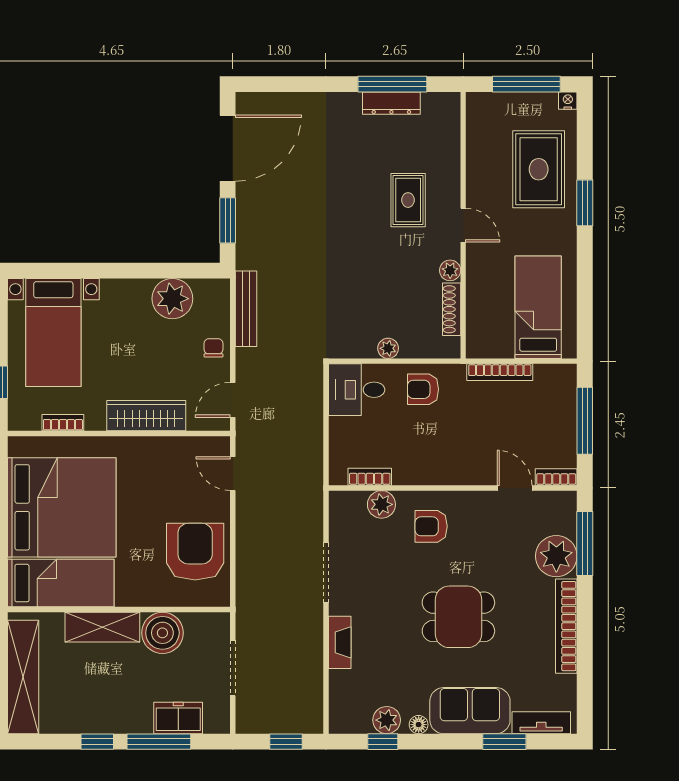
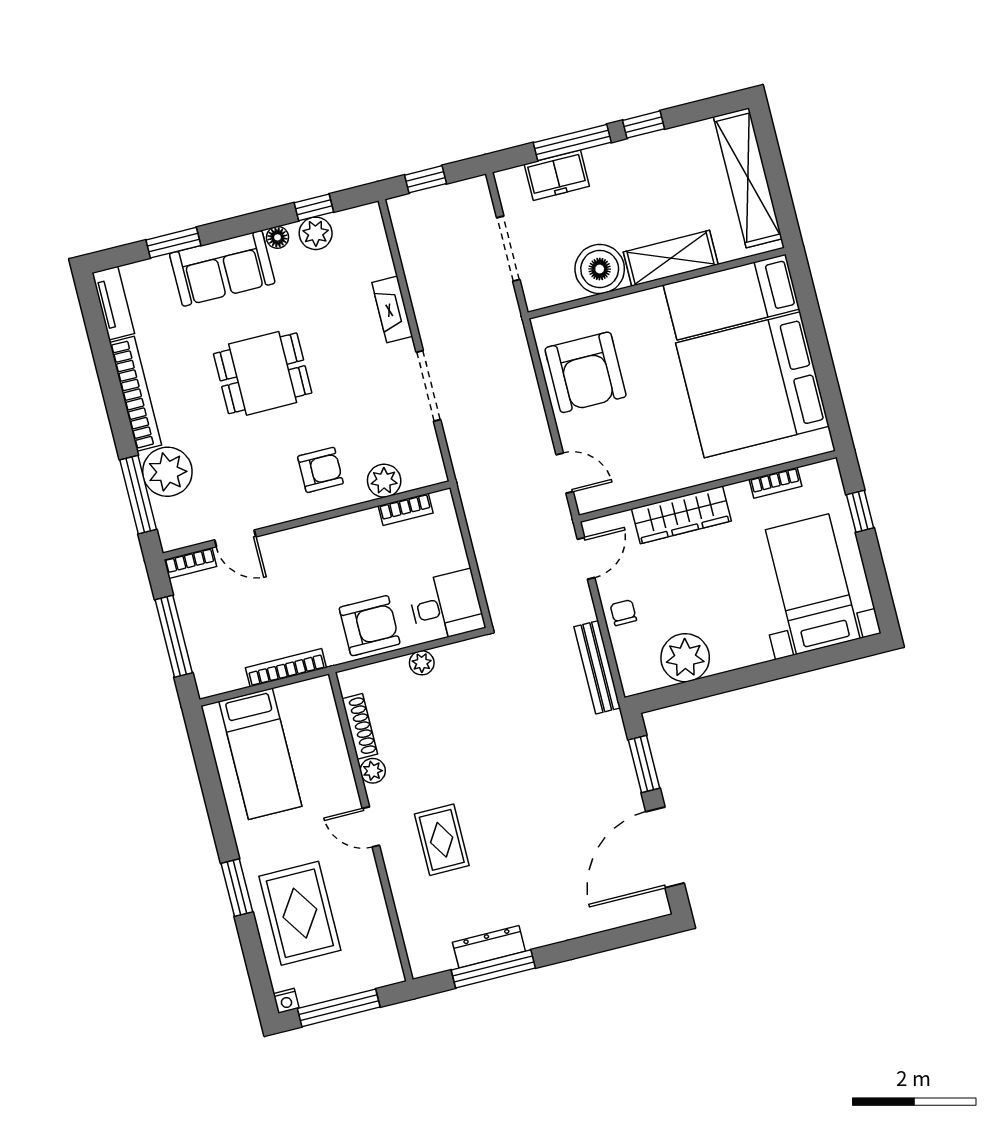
chair: (214, 348) -> (623, 613), turned 180
armchair: (423, 389) -> (370, 626), width x1.38, depth x1.38
tv unit: (541, 723) -> (113, 303), moved, turned -90

